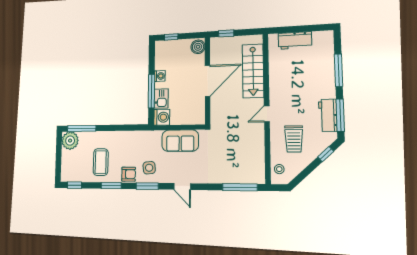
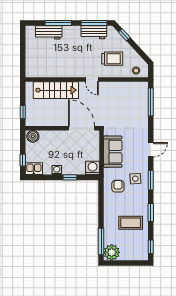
workbench: (295, 40) -> (49, 32), moved, turned 90
door: (208, 81) -> (82, 128), moved
window: (151, 91) -> (70, 177), width x0.46
kitchen sink: (161, 99) -> (34, 169), moved
armchair: (129, 174) -> (118, 186), moved

